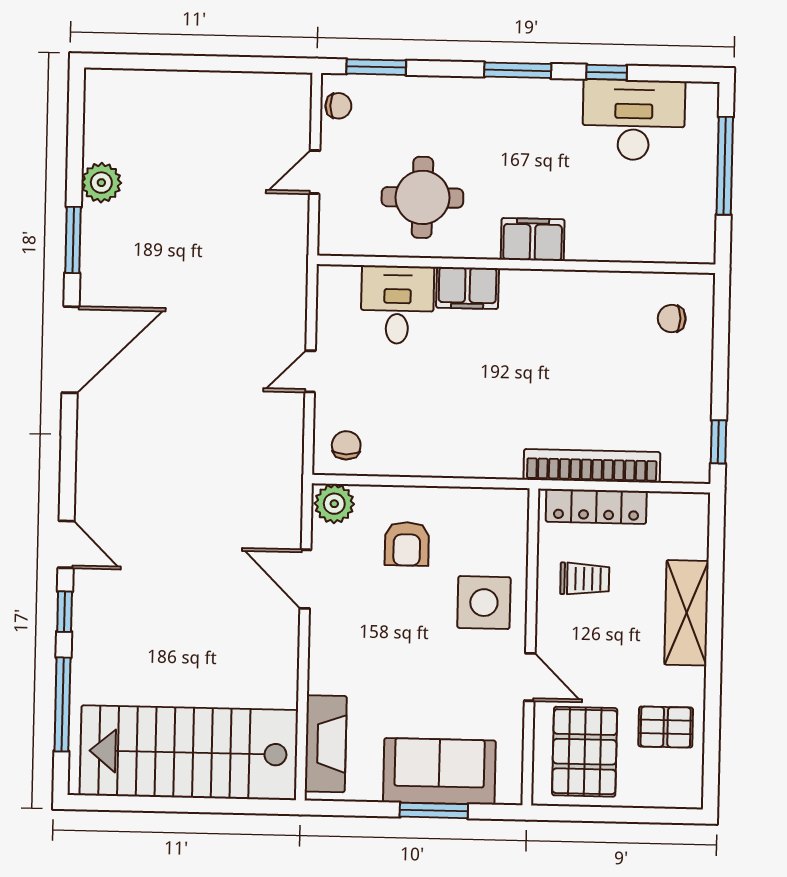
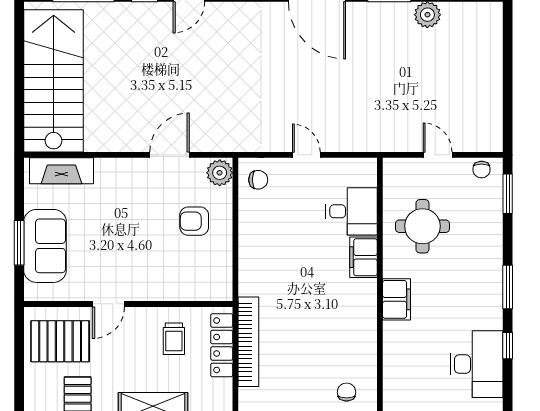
side table: (484, 603) -> (157, 273), removed

